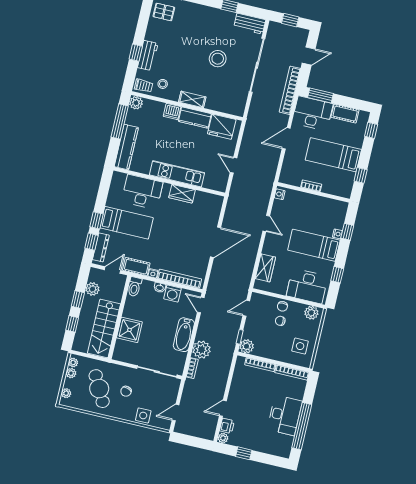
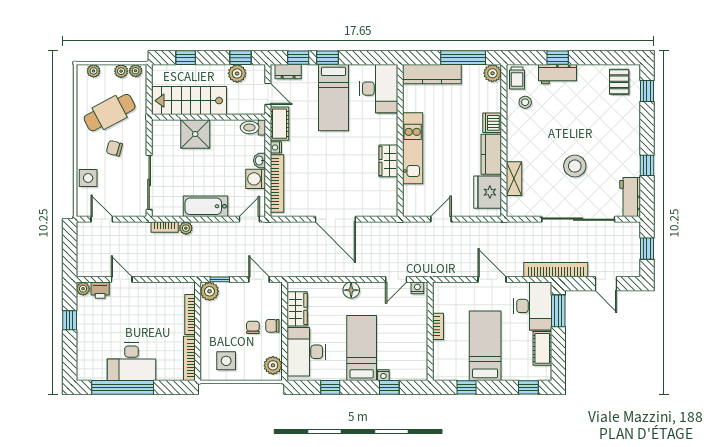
shelving: (192, 99) -> (514, 179), moved
desk: (142, 192) -> (379, 89), moved
door: (266, 223) -> (396, 279), moved
floor lamp: (270, 243) -> (351, 290), added
dresser: (101, 247) -> (288, 72), width x0.70
wardrobe: (265, 268) -> (297, 309), moved, turned -90
window: (78, 300) -> (241, 58), moved
plant: (202, 350) -> (186, 228), width x0.53, depth x0.53

